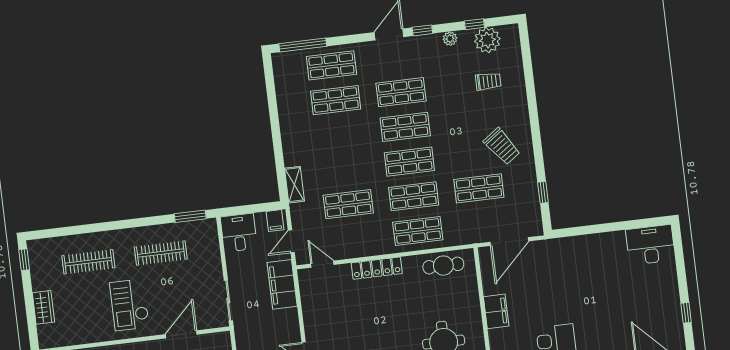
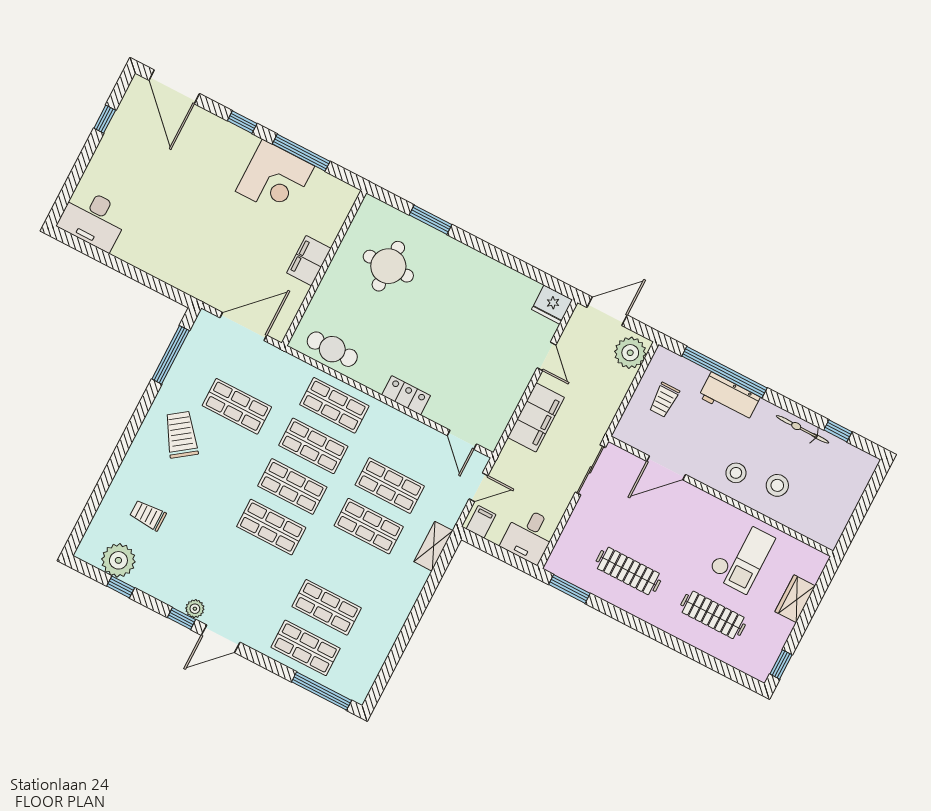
plant: (450, 39) -> (195, 609), moved
shop shelf: (401, 92) -> (369, 526), moved
window: (543, 192) -> (171, 355), width x2.17
locker: (377, 268) -> (406, 395), width x0.66
filing cabinet: (282, 284) -> (536, 417), moved
checkout: (130, 305) -> (741, 556), moved

